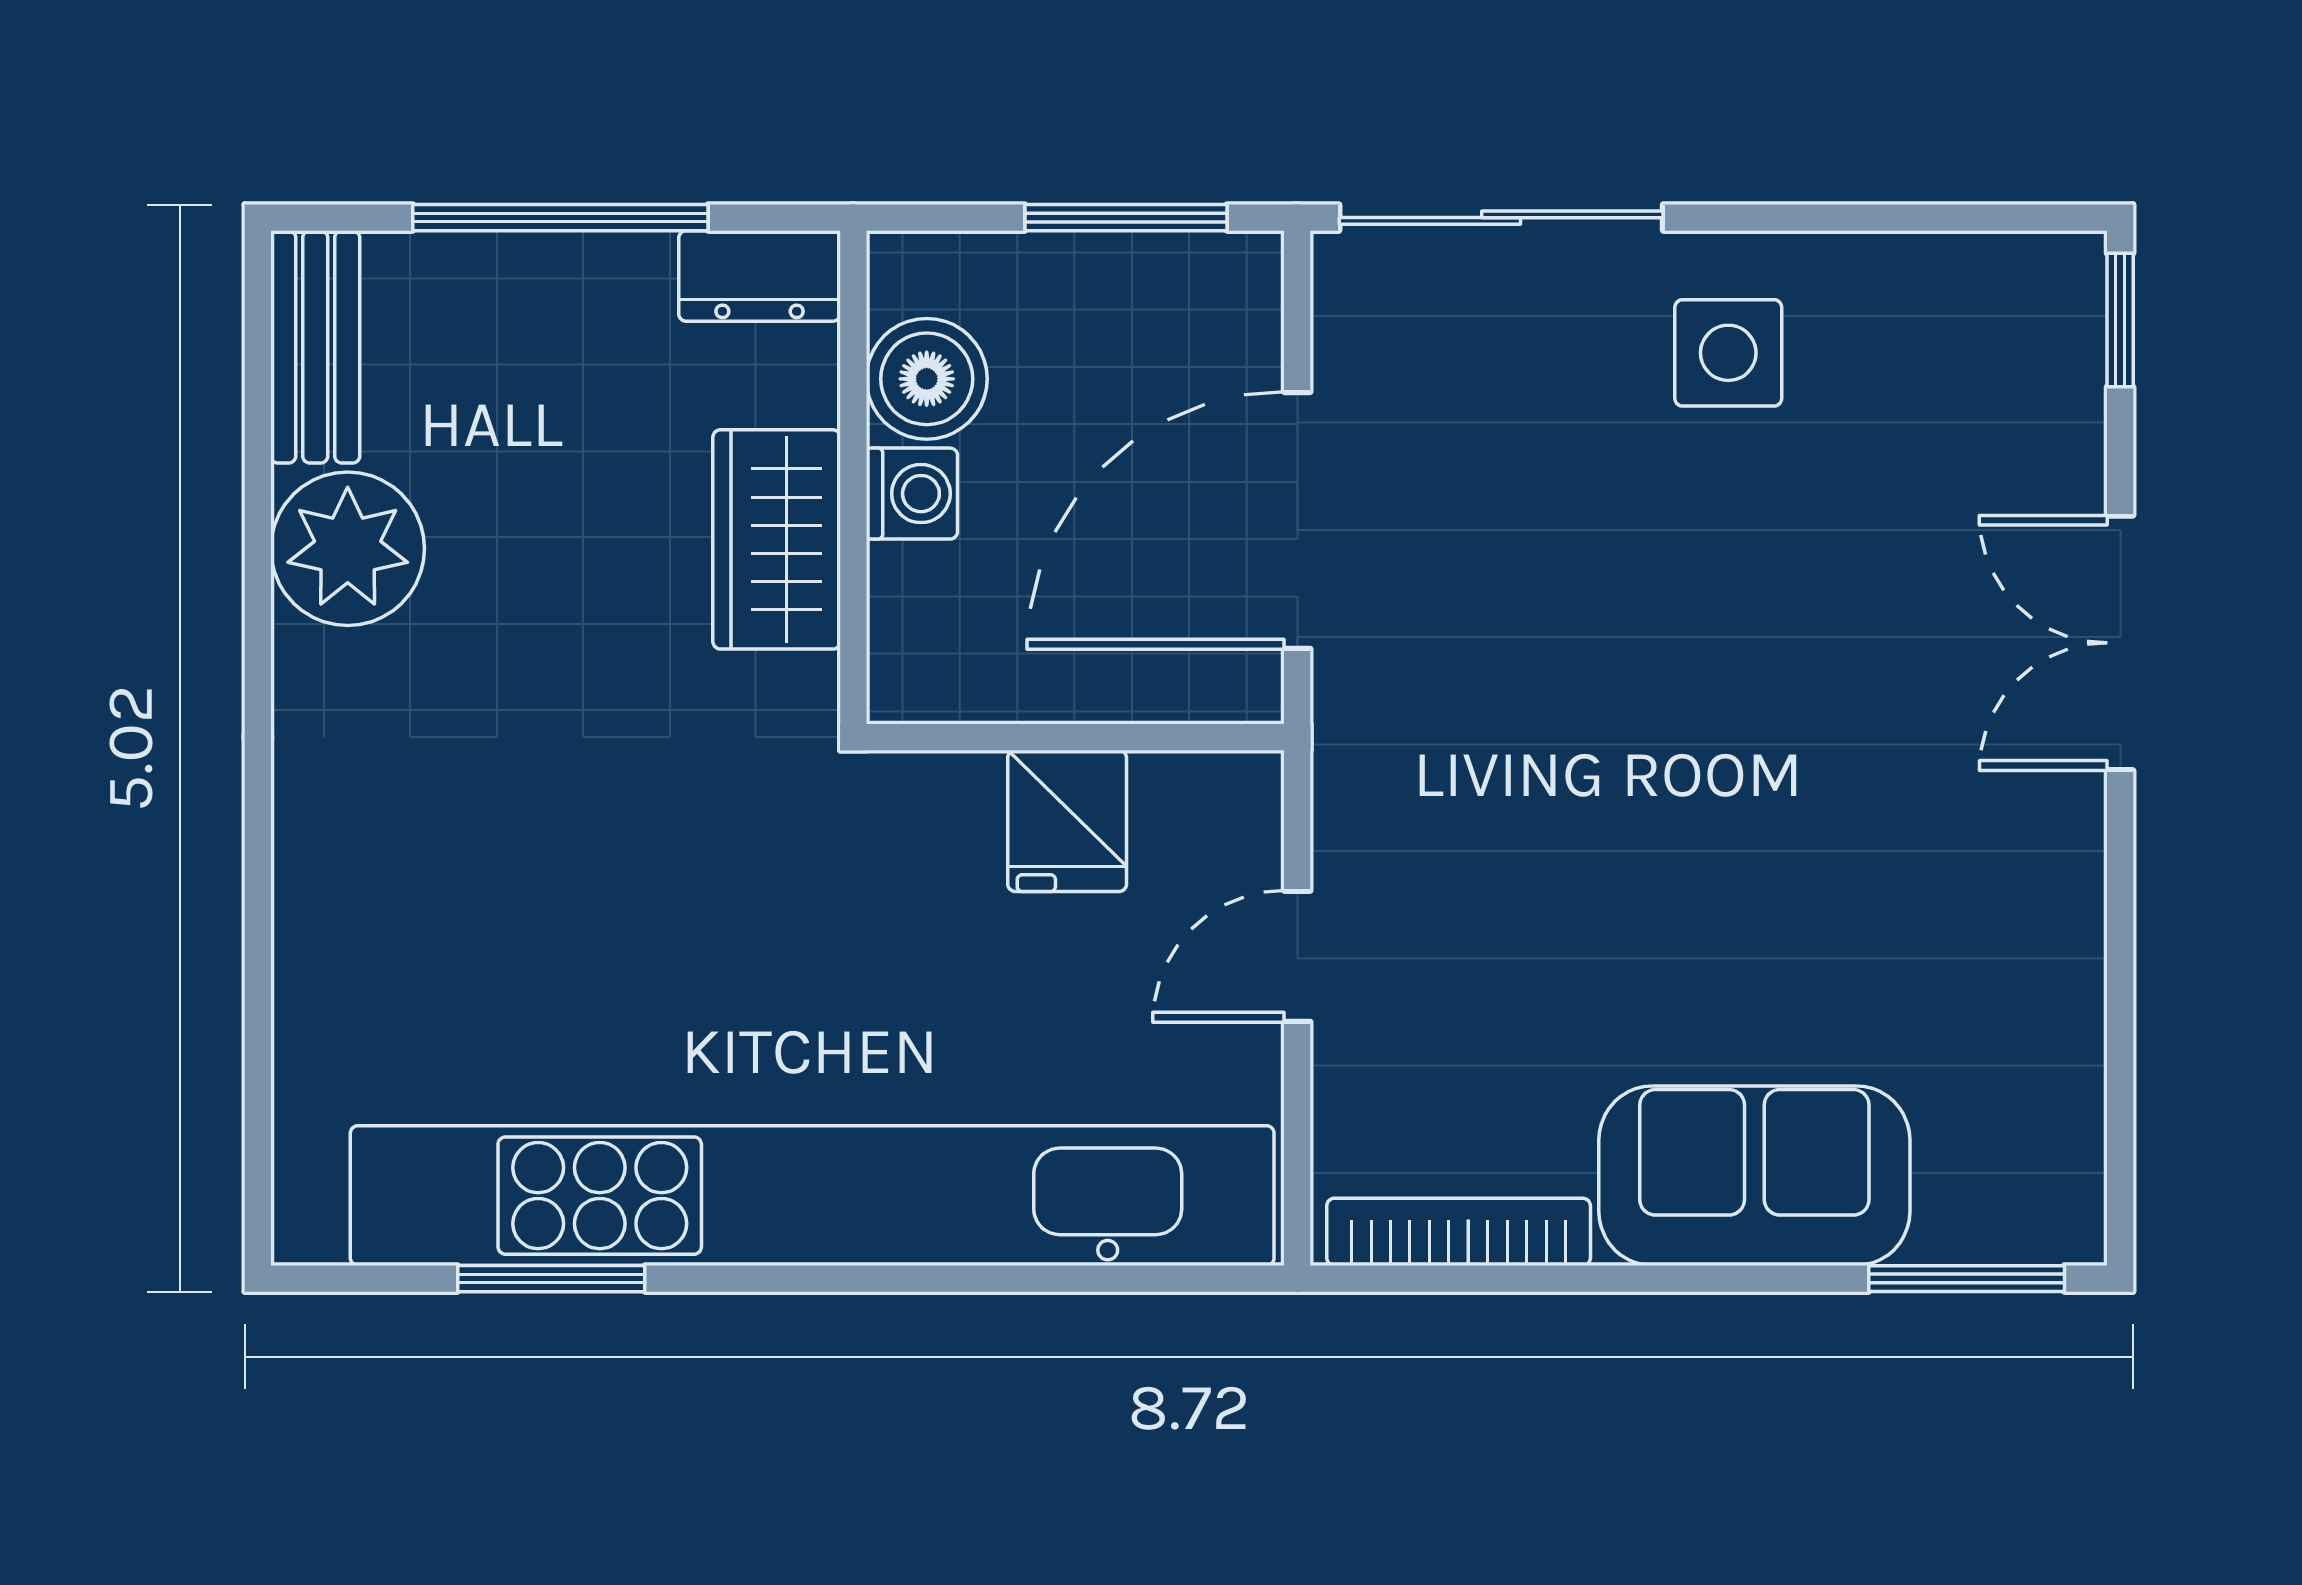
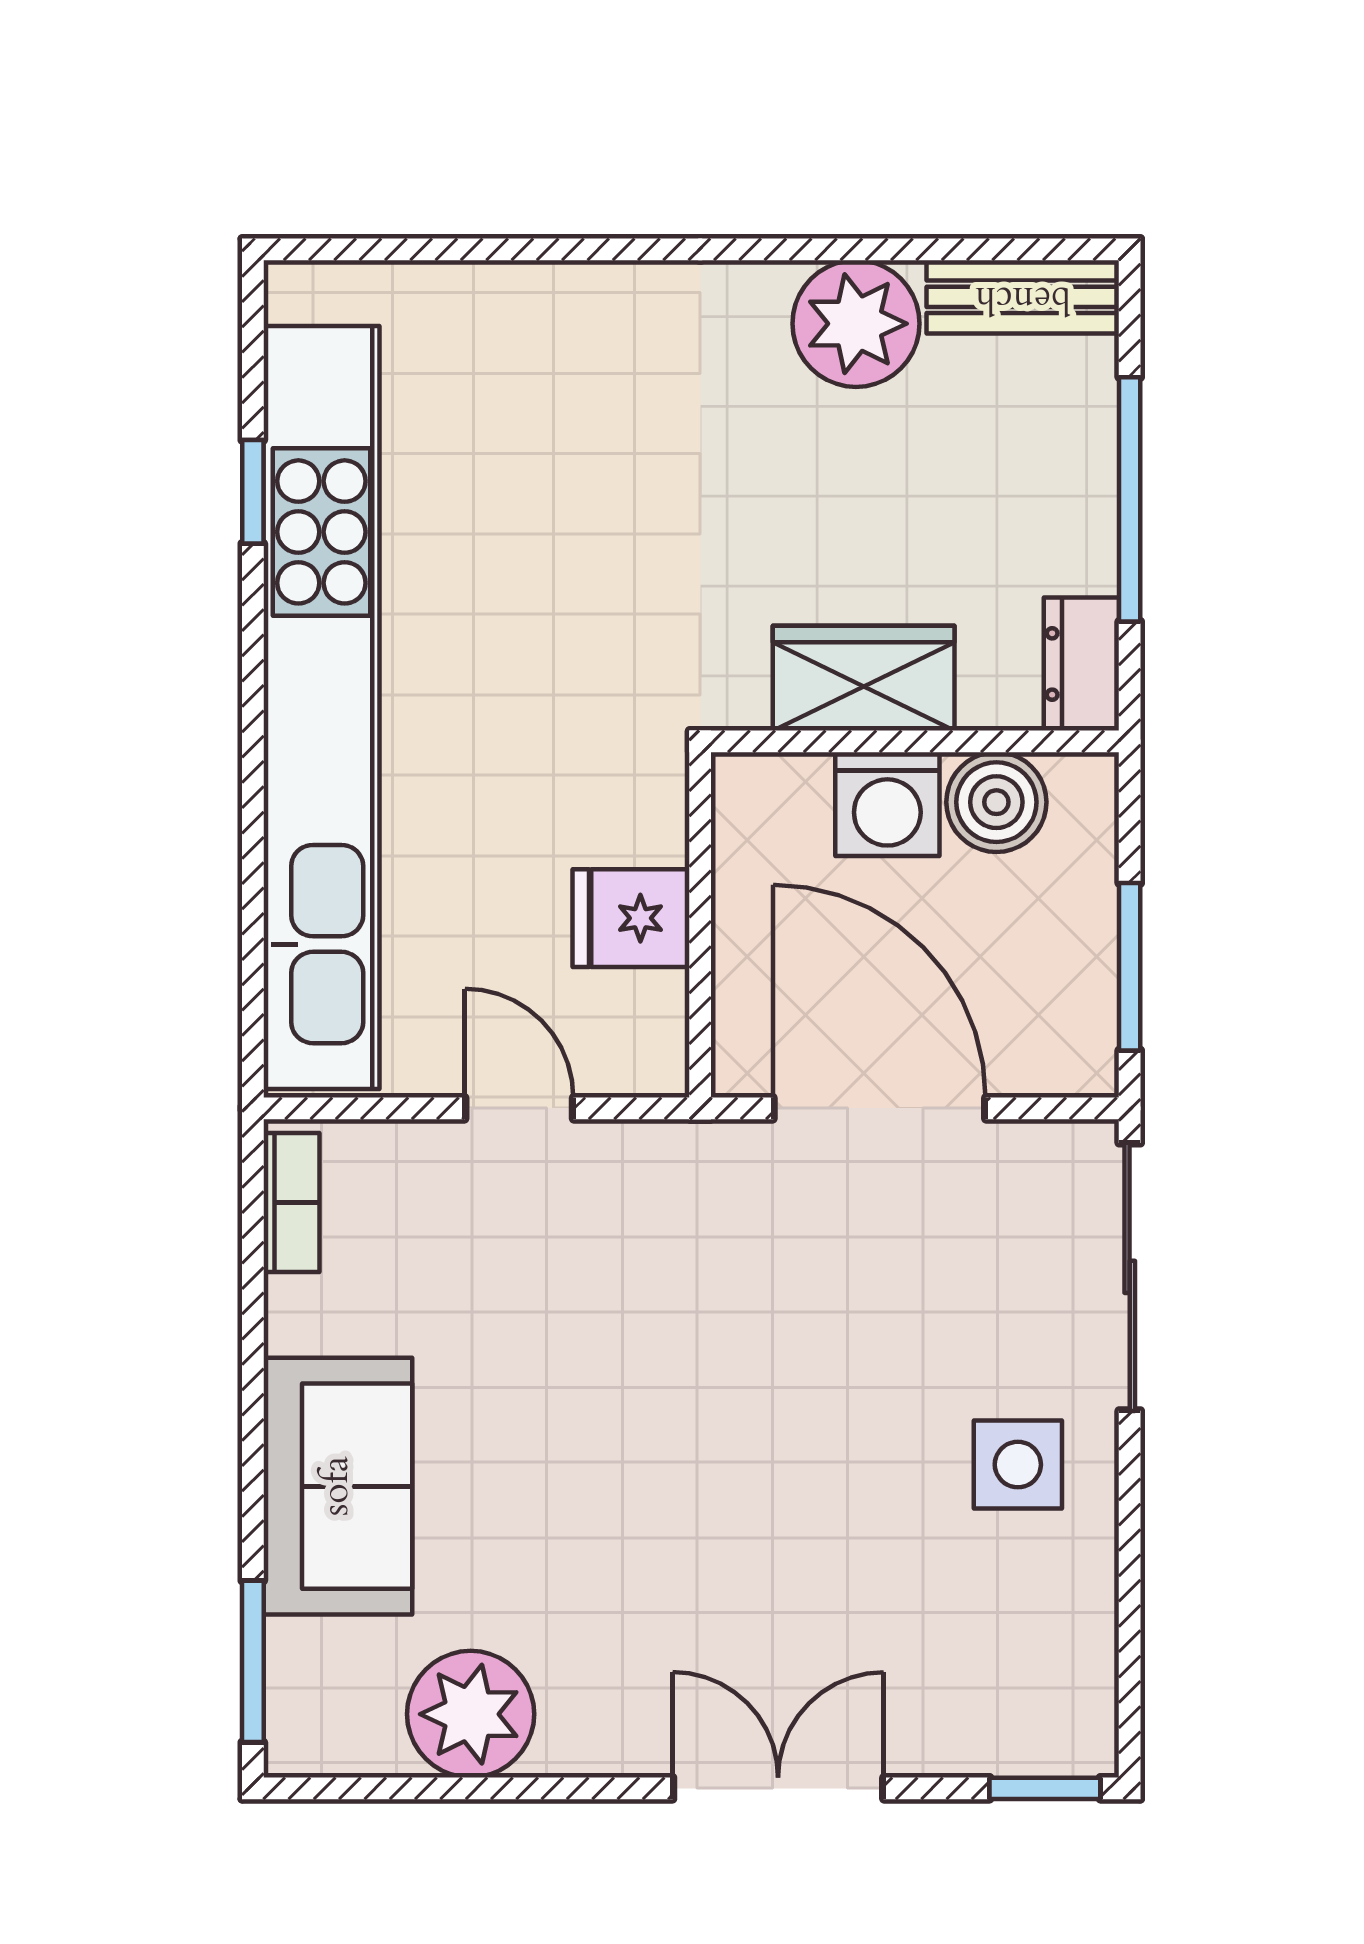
washing machine: (912, 494) -> (887, 804), width x1.38, depth x1.38
plant: (2030, 1015) -> (471, 1714), added
bookcase: (1459, 1232) -> (291, 1203), width x0.64
window: (551, 1279) -> (253, 492), width x0.67

